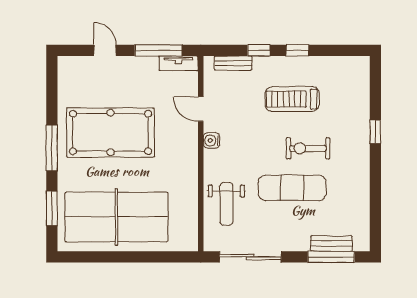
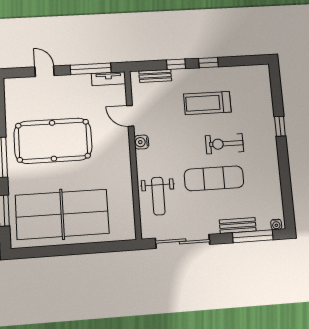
bench: (331, 244) -> (238, 226), moved
water cooler: (360, 245) -> (276, 224), added

